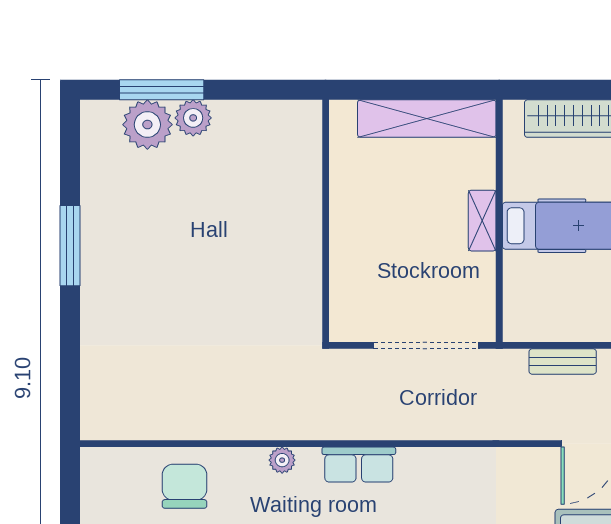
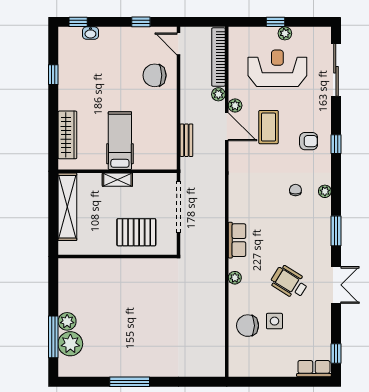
pallet: (375, 259) -> (136, 232), added

